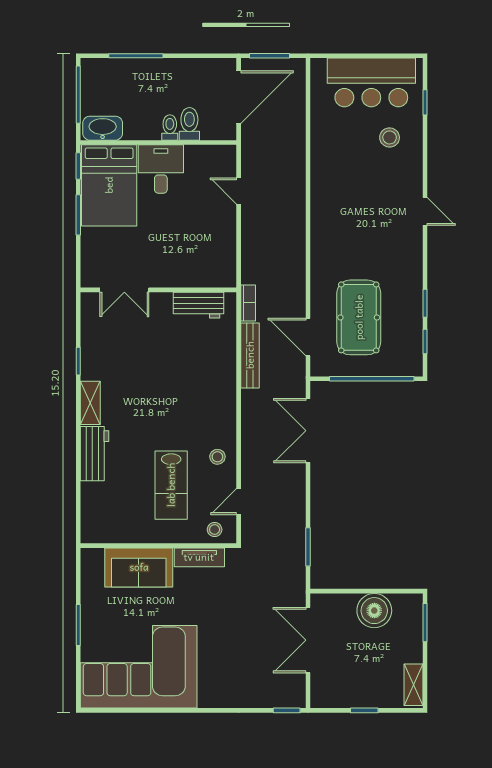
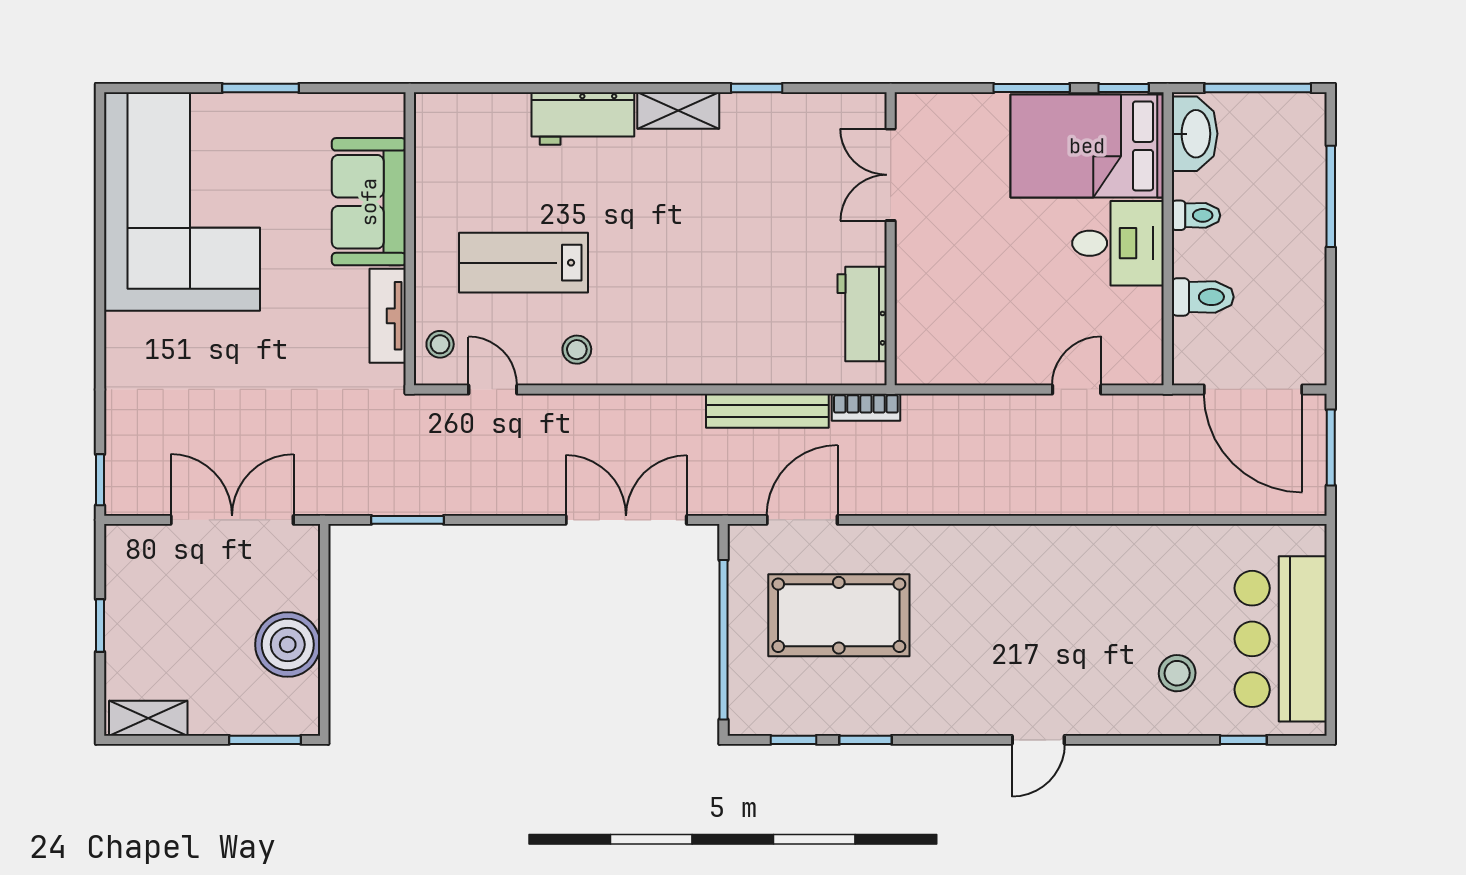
toilet: (170, 128) -> (1196, 215), moved

